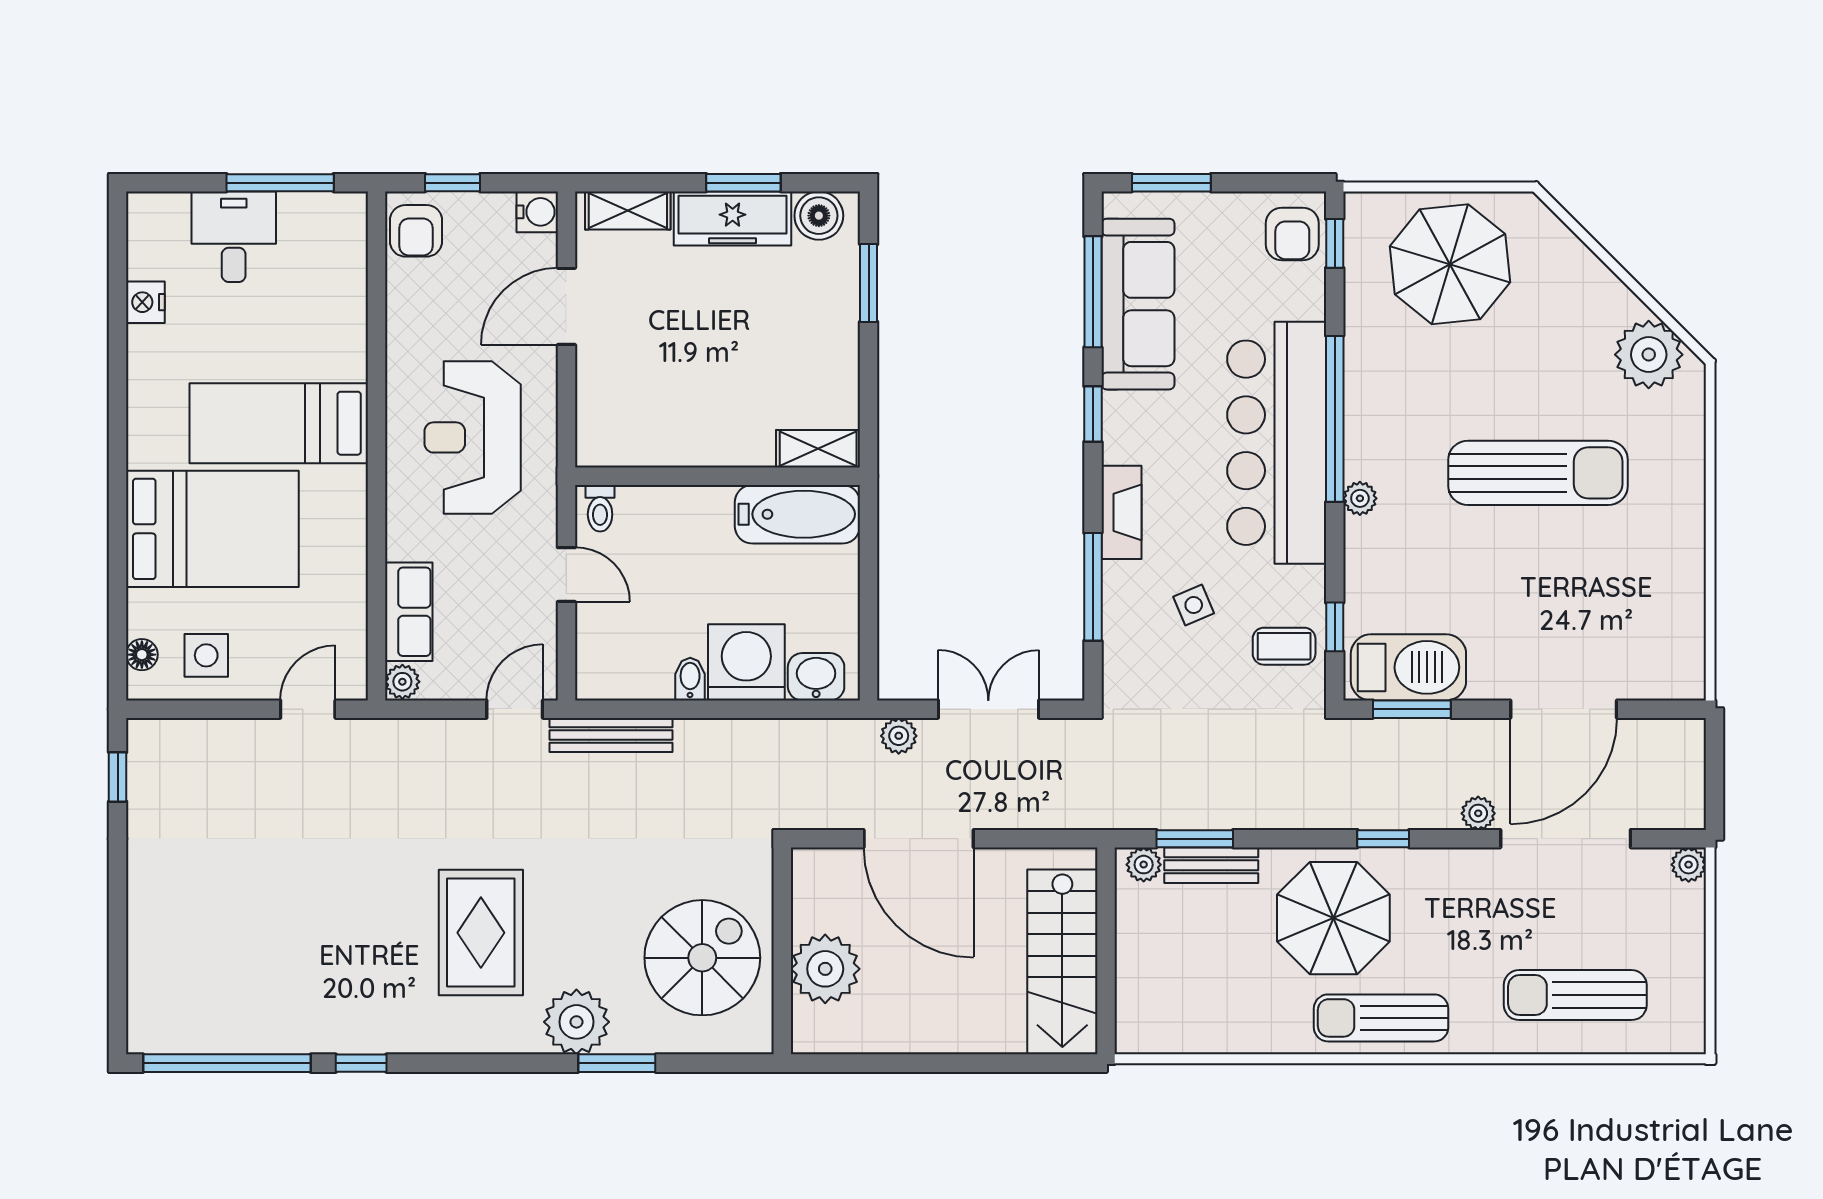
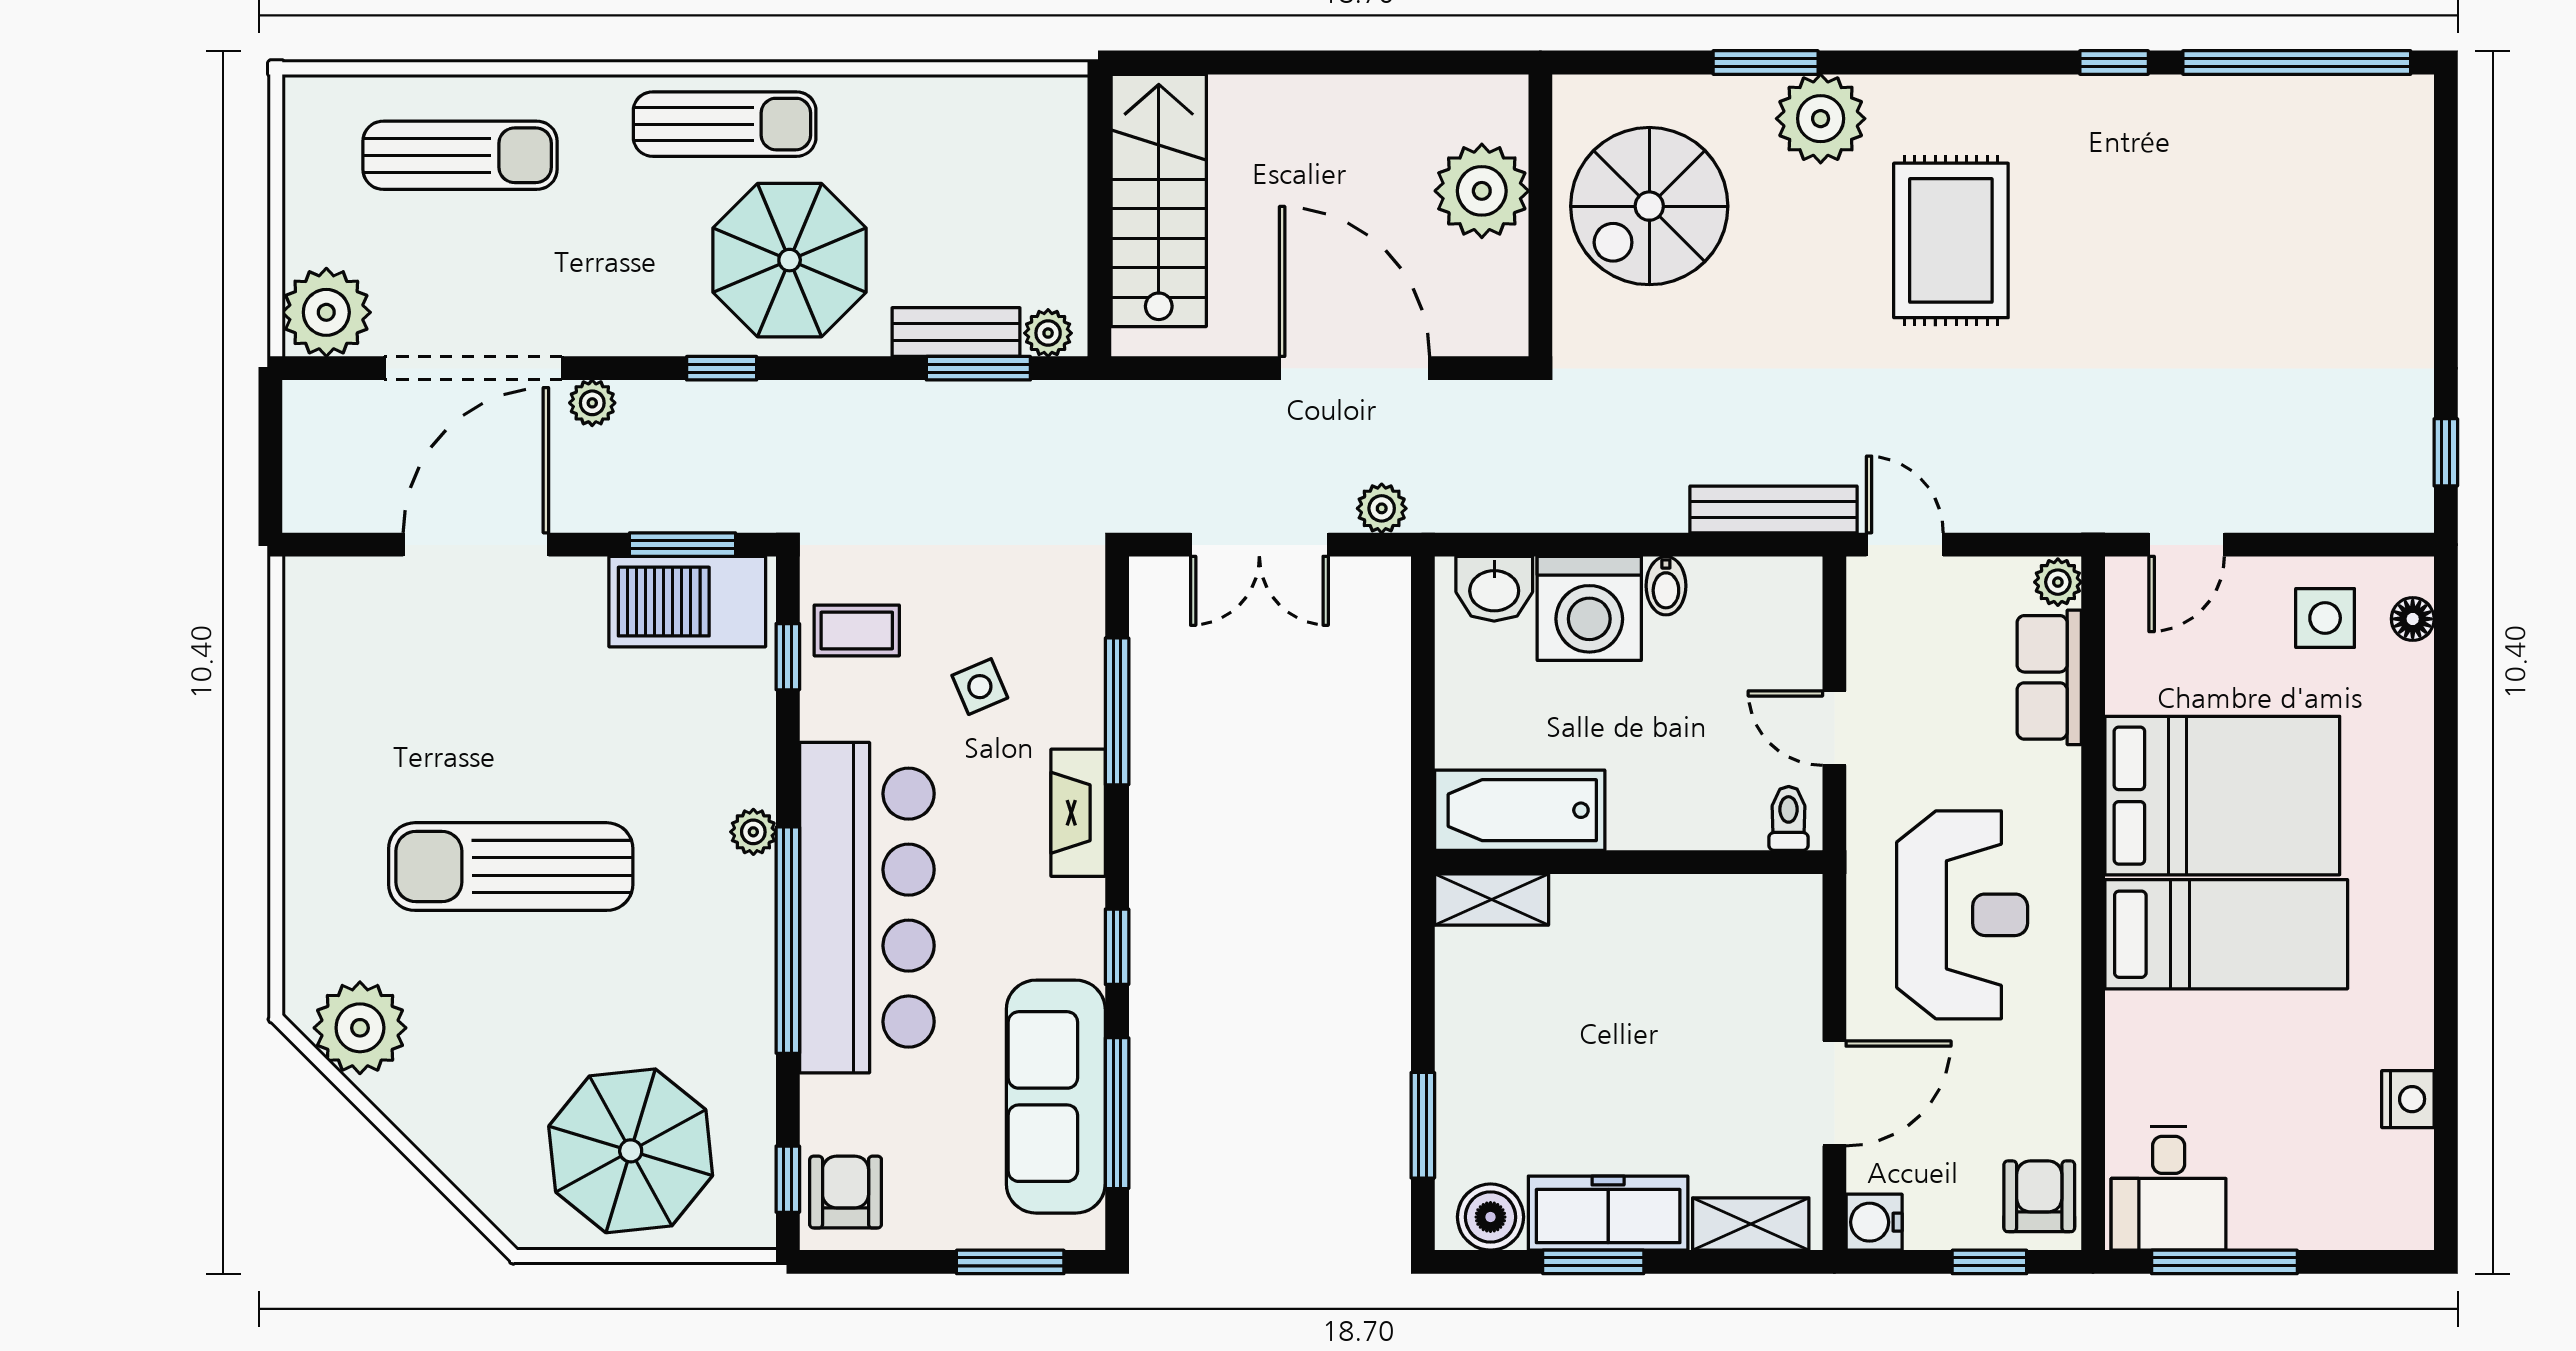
desk: (234, 237) -> (2169, 1188), moved
bed: (212, 529) -> (2222, 796), moved, turned 180
door: (515, 709) -> (1905, 545), swing flipped
plant: (1689, 865) -> (326, 312), width x1.87, depth x1.87

